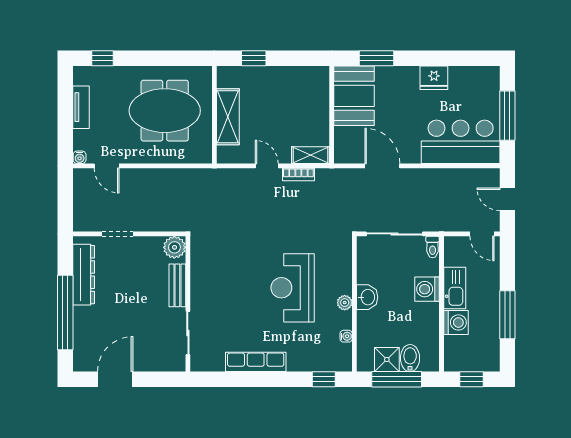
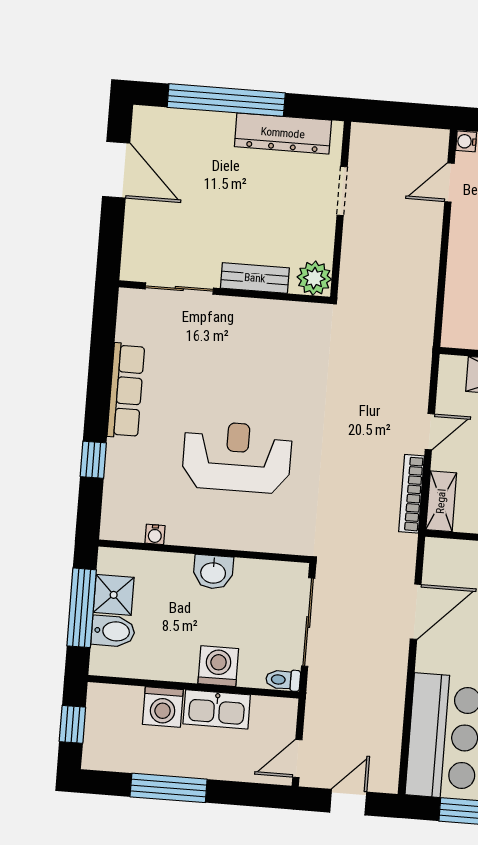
bookcase: (298, 174) -> (411, 494), width x1.56
plant: (345, 303) -> (207, 536), removed
window: (324, 379) -> (93, 460), moved

